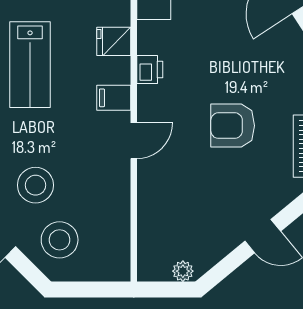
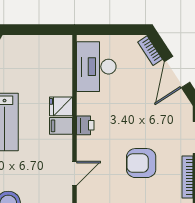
filing cabinet: (114, 98) -> (61, 126), moved

